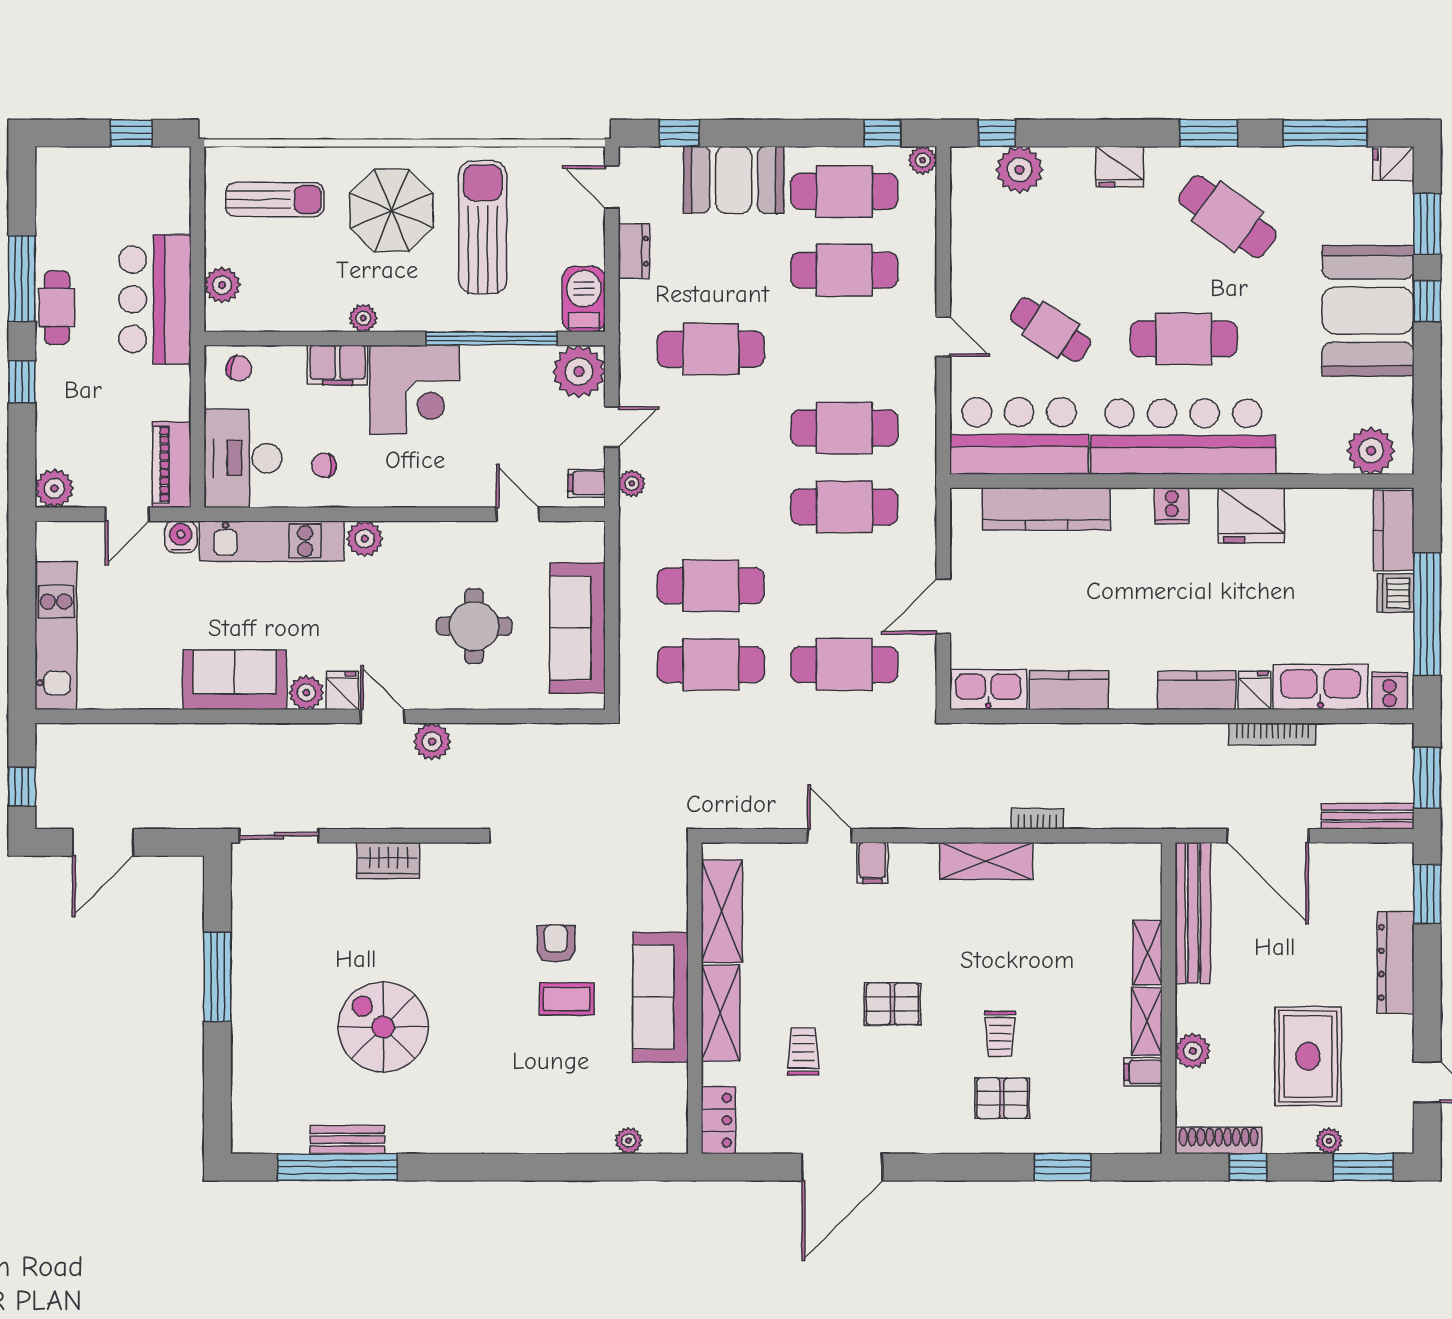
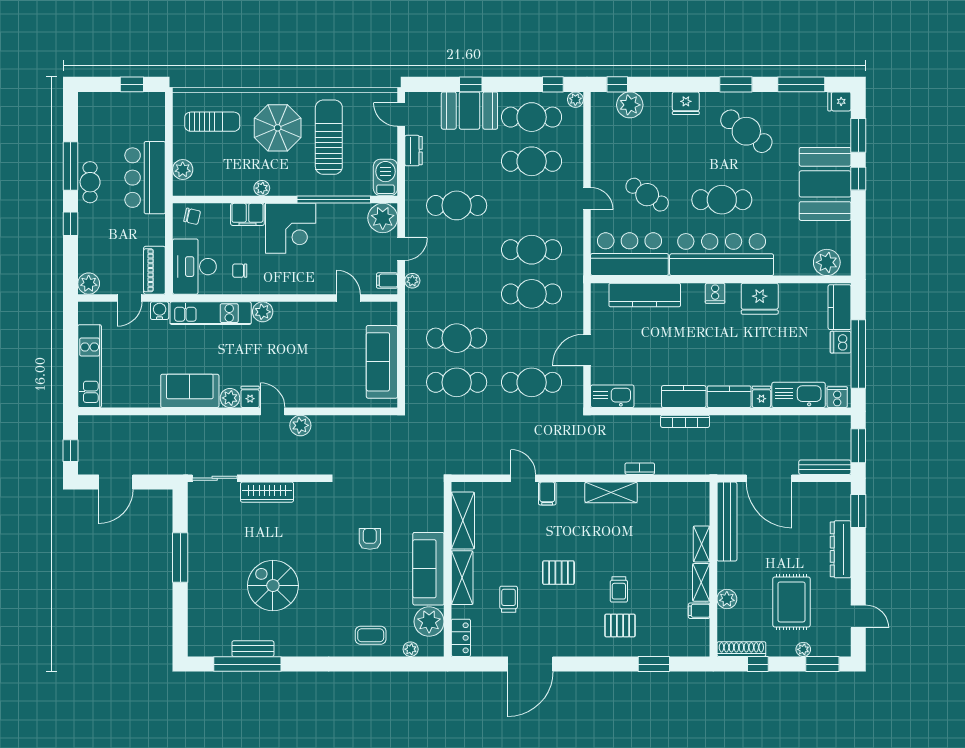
window: (679, 133) -> (471, 84), moved
round table: (474, 626) -> (324, 361), removed
kitchen counter: (1069, 690) -> (684, 397), moved
bookcase: (1272, 734) -> (685, 421), moved
wardrobe: (388, 860) -> (267, 492), width x1.50
coffee table: (567, 999) -> (371, 635), moved
plant: (662, 1091) -> (429, 622), added

